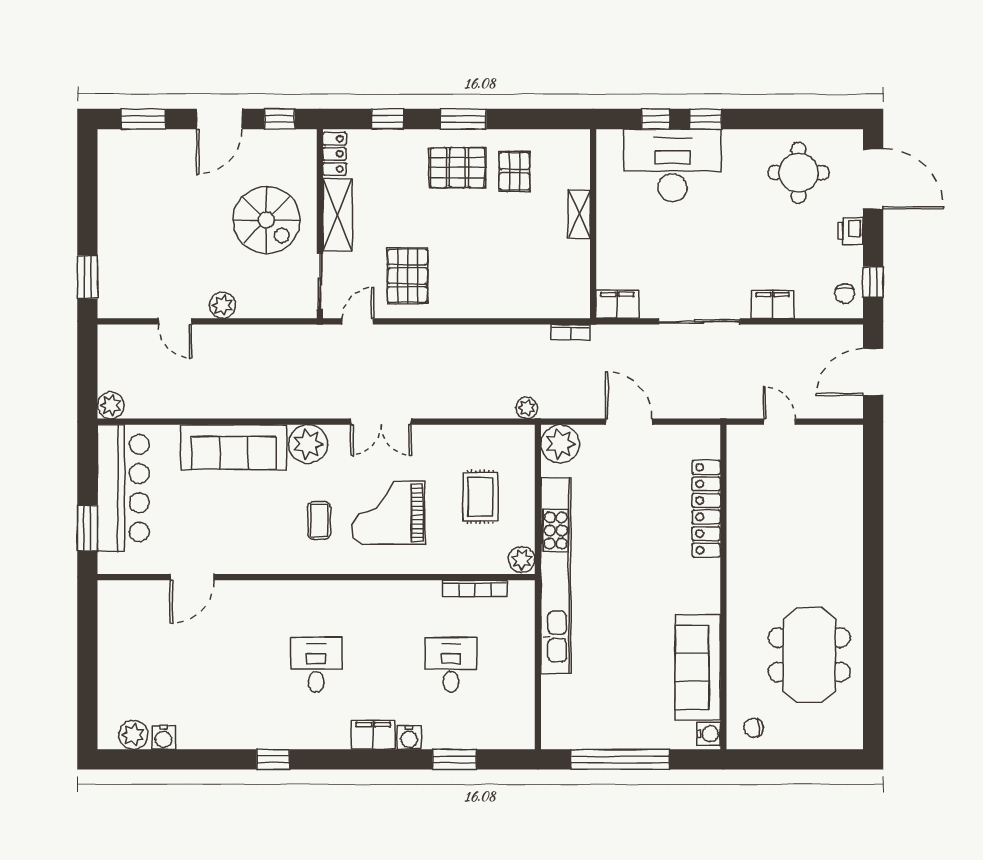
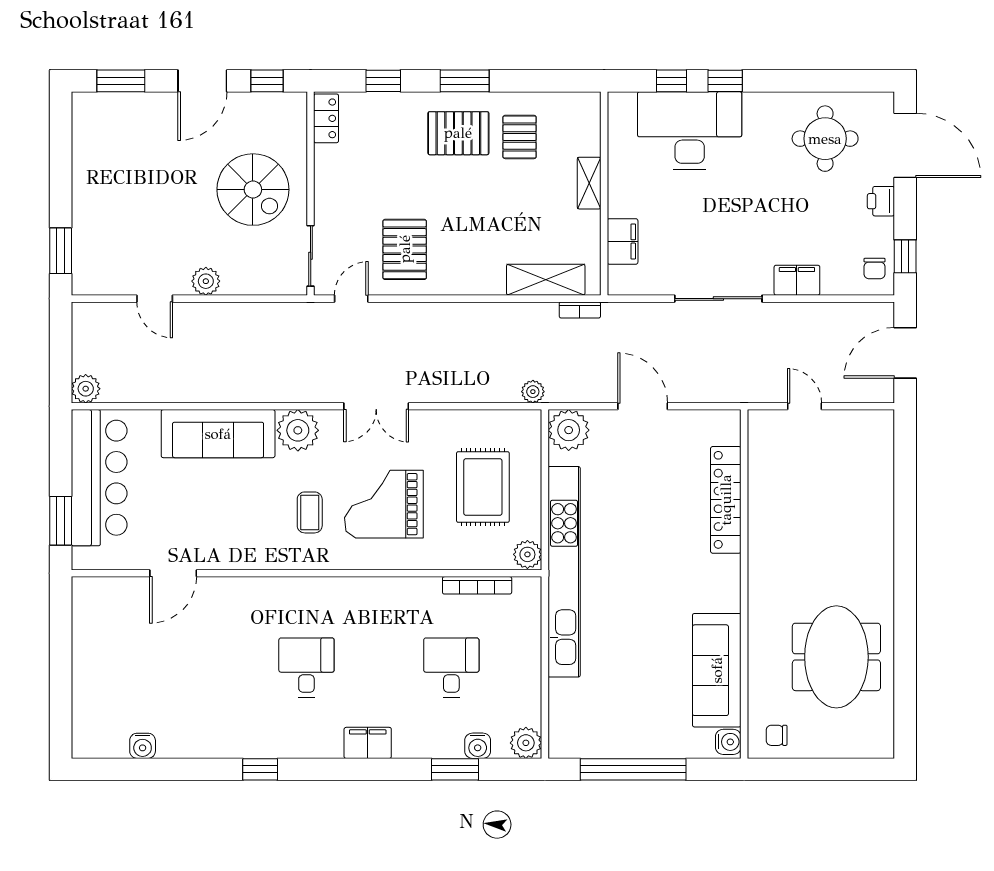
shelving: (337, 215) -> (546, 280), moved, turned 90
filing cabinet: (617, 304) -> (623, 241), moved, turned 90
rug: (480, 497) -> (483, 487), width x1.36, depth x1.43
plant: (133, 735) -> (526, 743), moved
water cooler: (409, 737) -> (478, 746), moved

